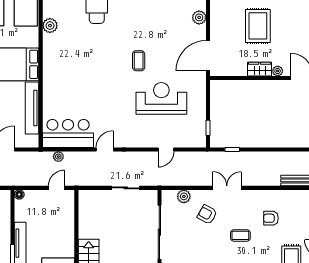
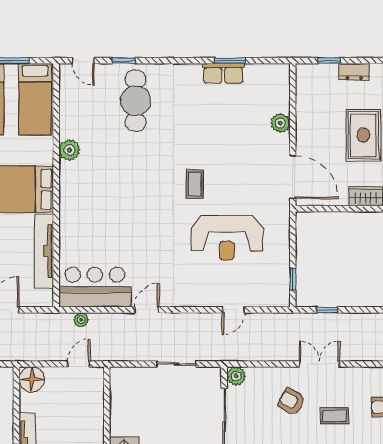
plant: (50, 26) -> (69, 150), moved
door: (208, 56) -> (293, 177), swing flipped
reception desk: (161, 98) -> (227, 238), turned 180
floor lamp: (19, 195) -> (32, 379), width x1.89, depth x1.89
plant: (184, 196) -> (236, 376), moved
coffee table: (240, 235) -> (335, 416), moved

